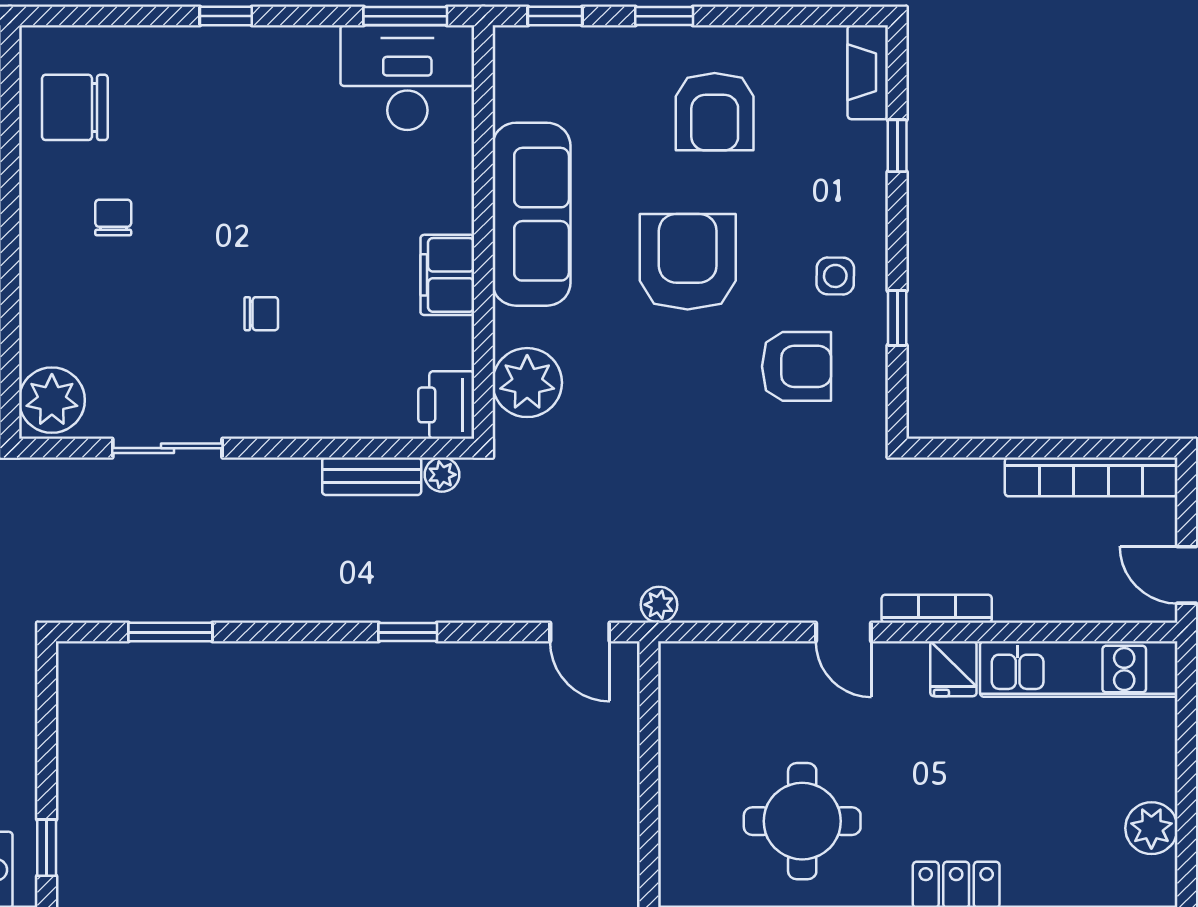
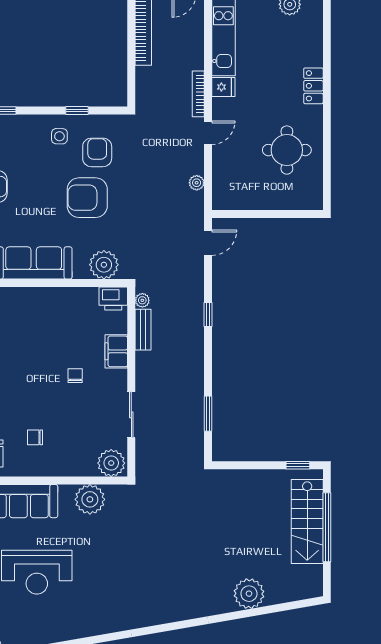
armchair: (688, 262) -> (87, 198), moved
filing cabinet: (447, 275) -> (116, 351), moved, turned 90
plant: (659, 605) -> (197, 183), moved

